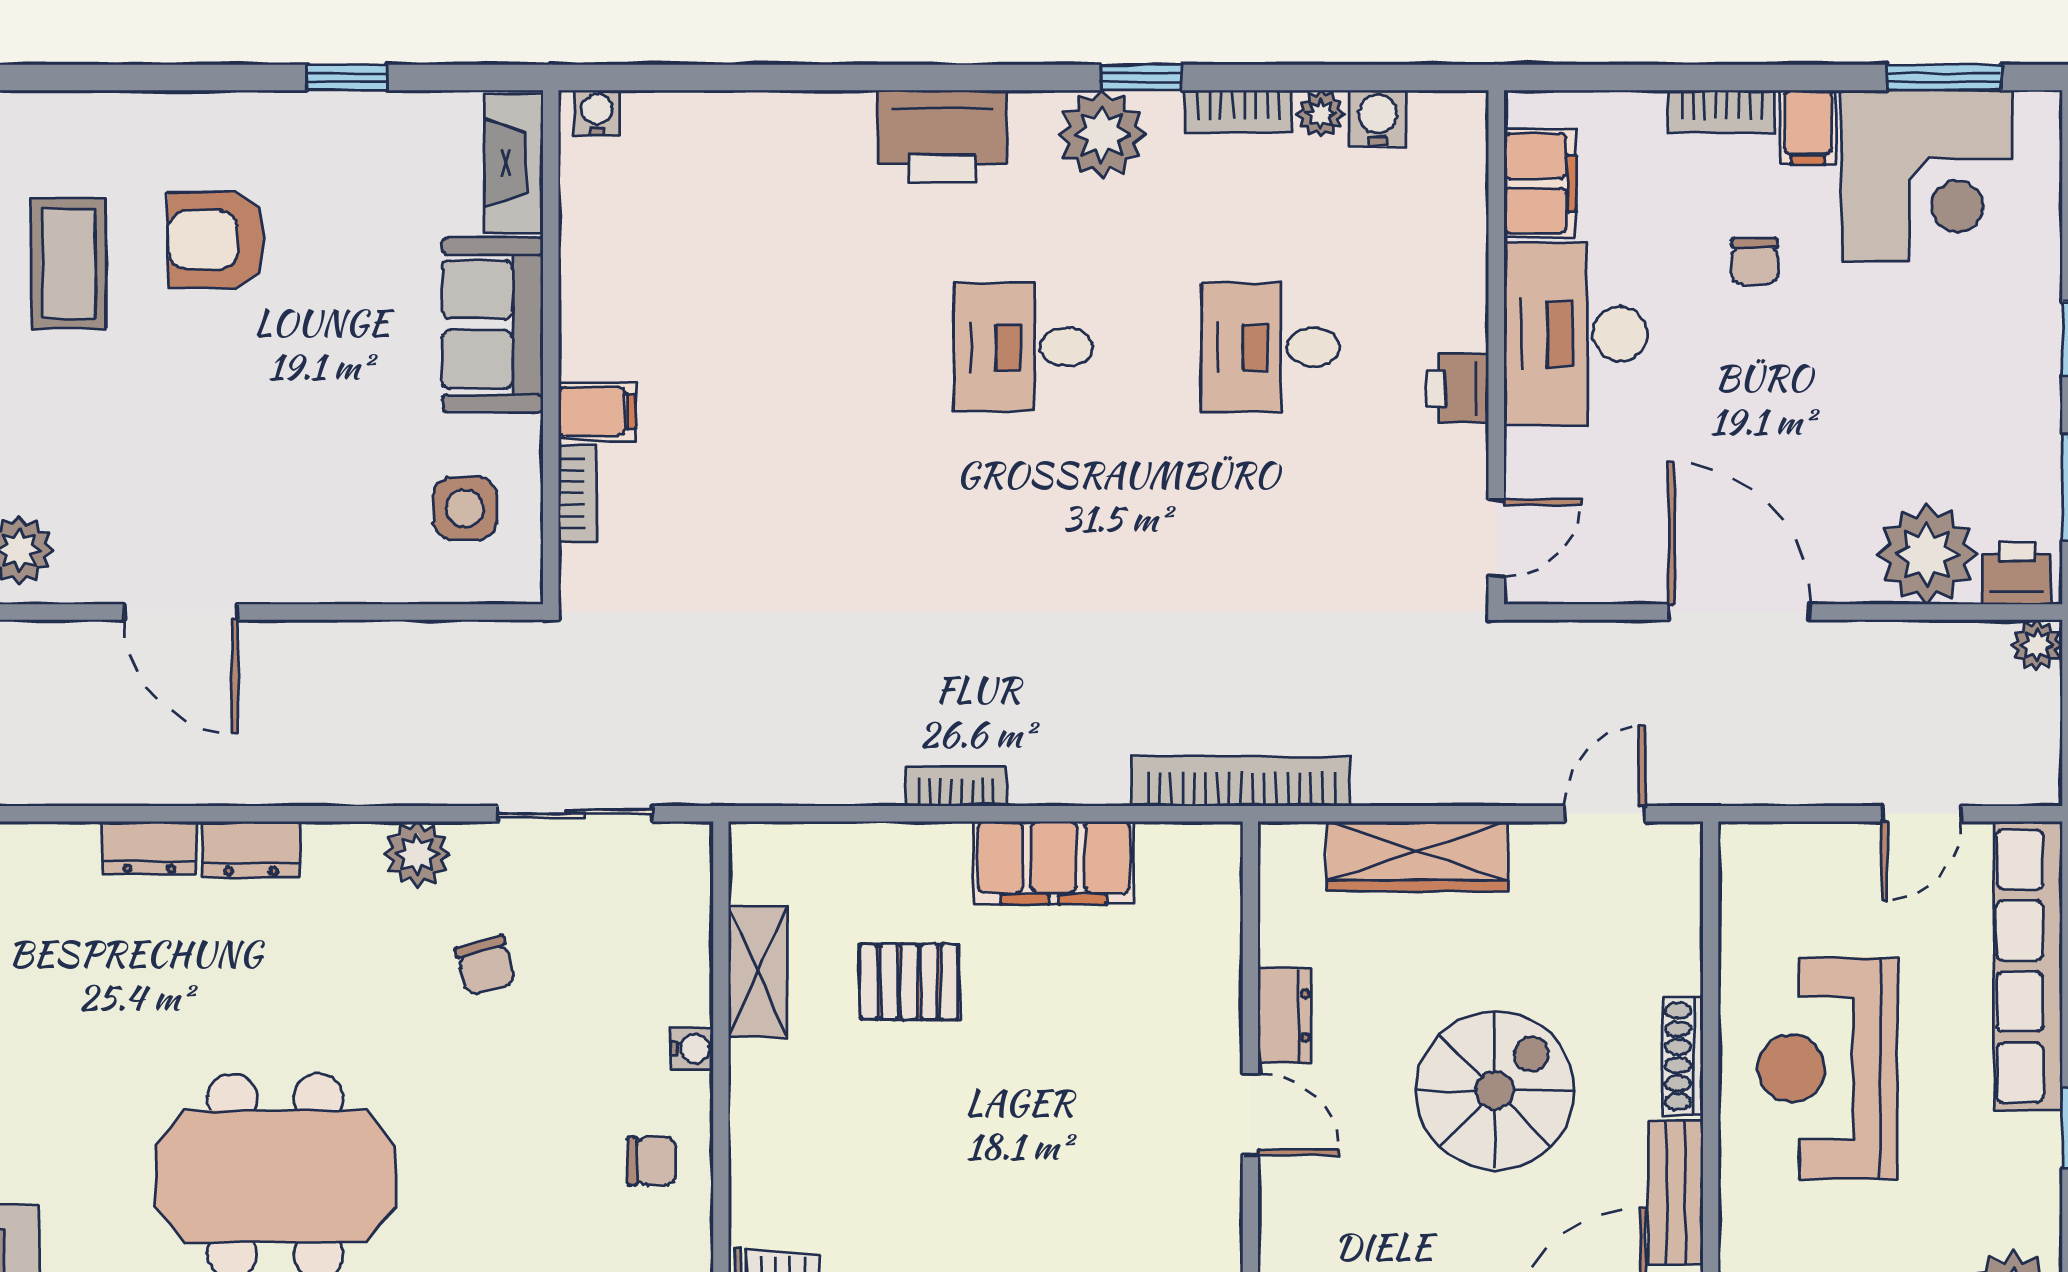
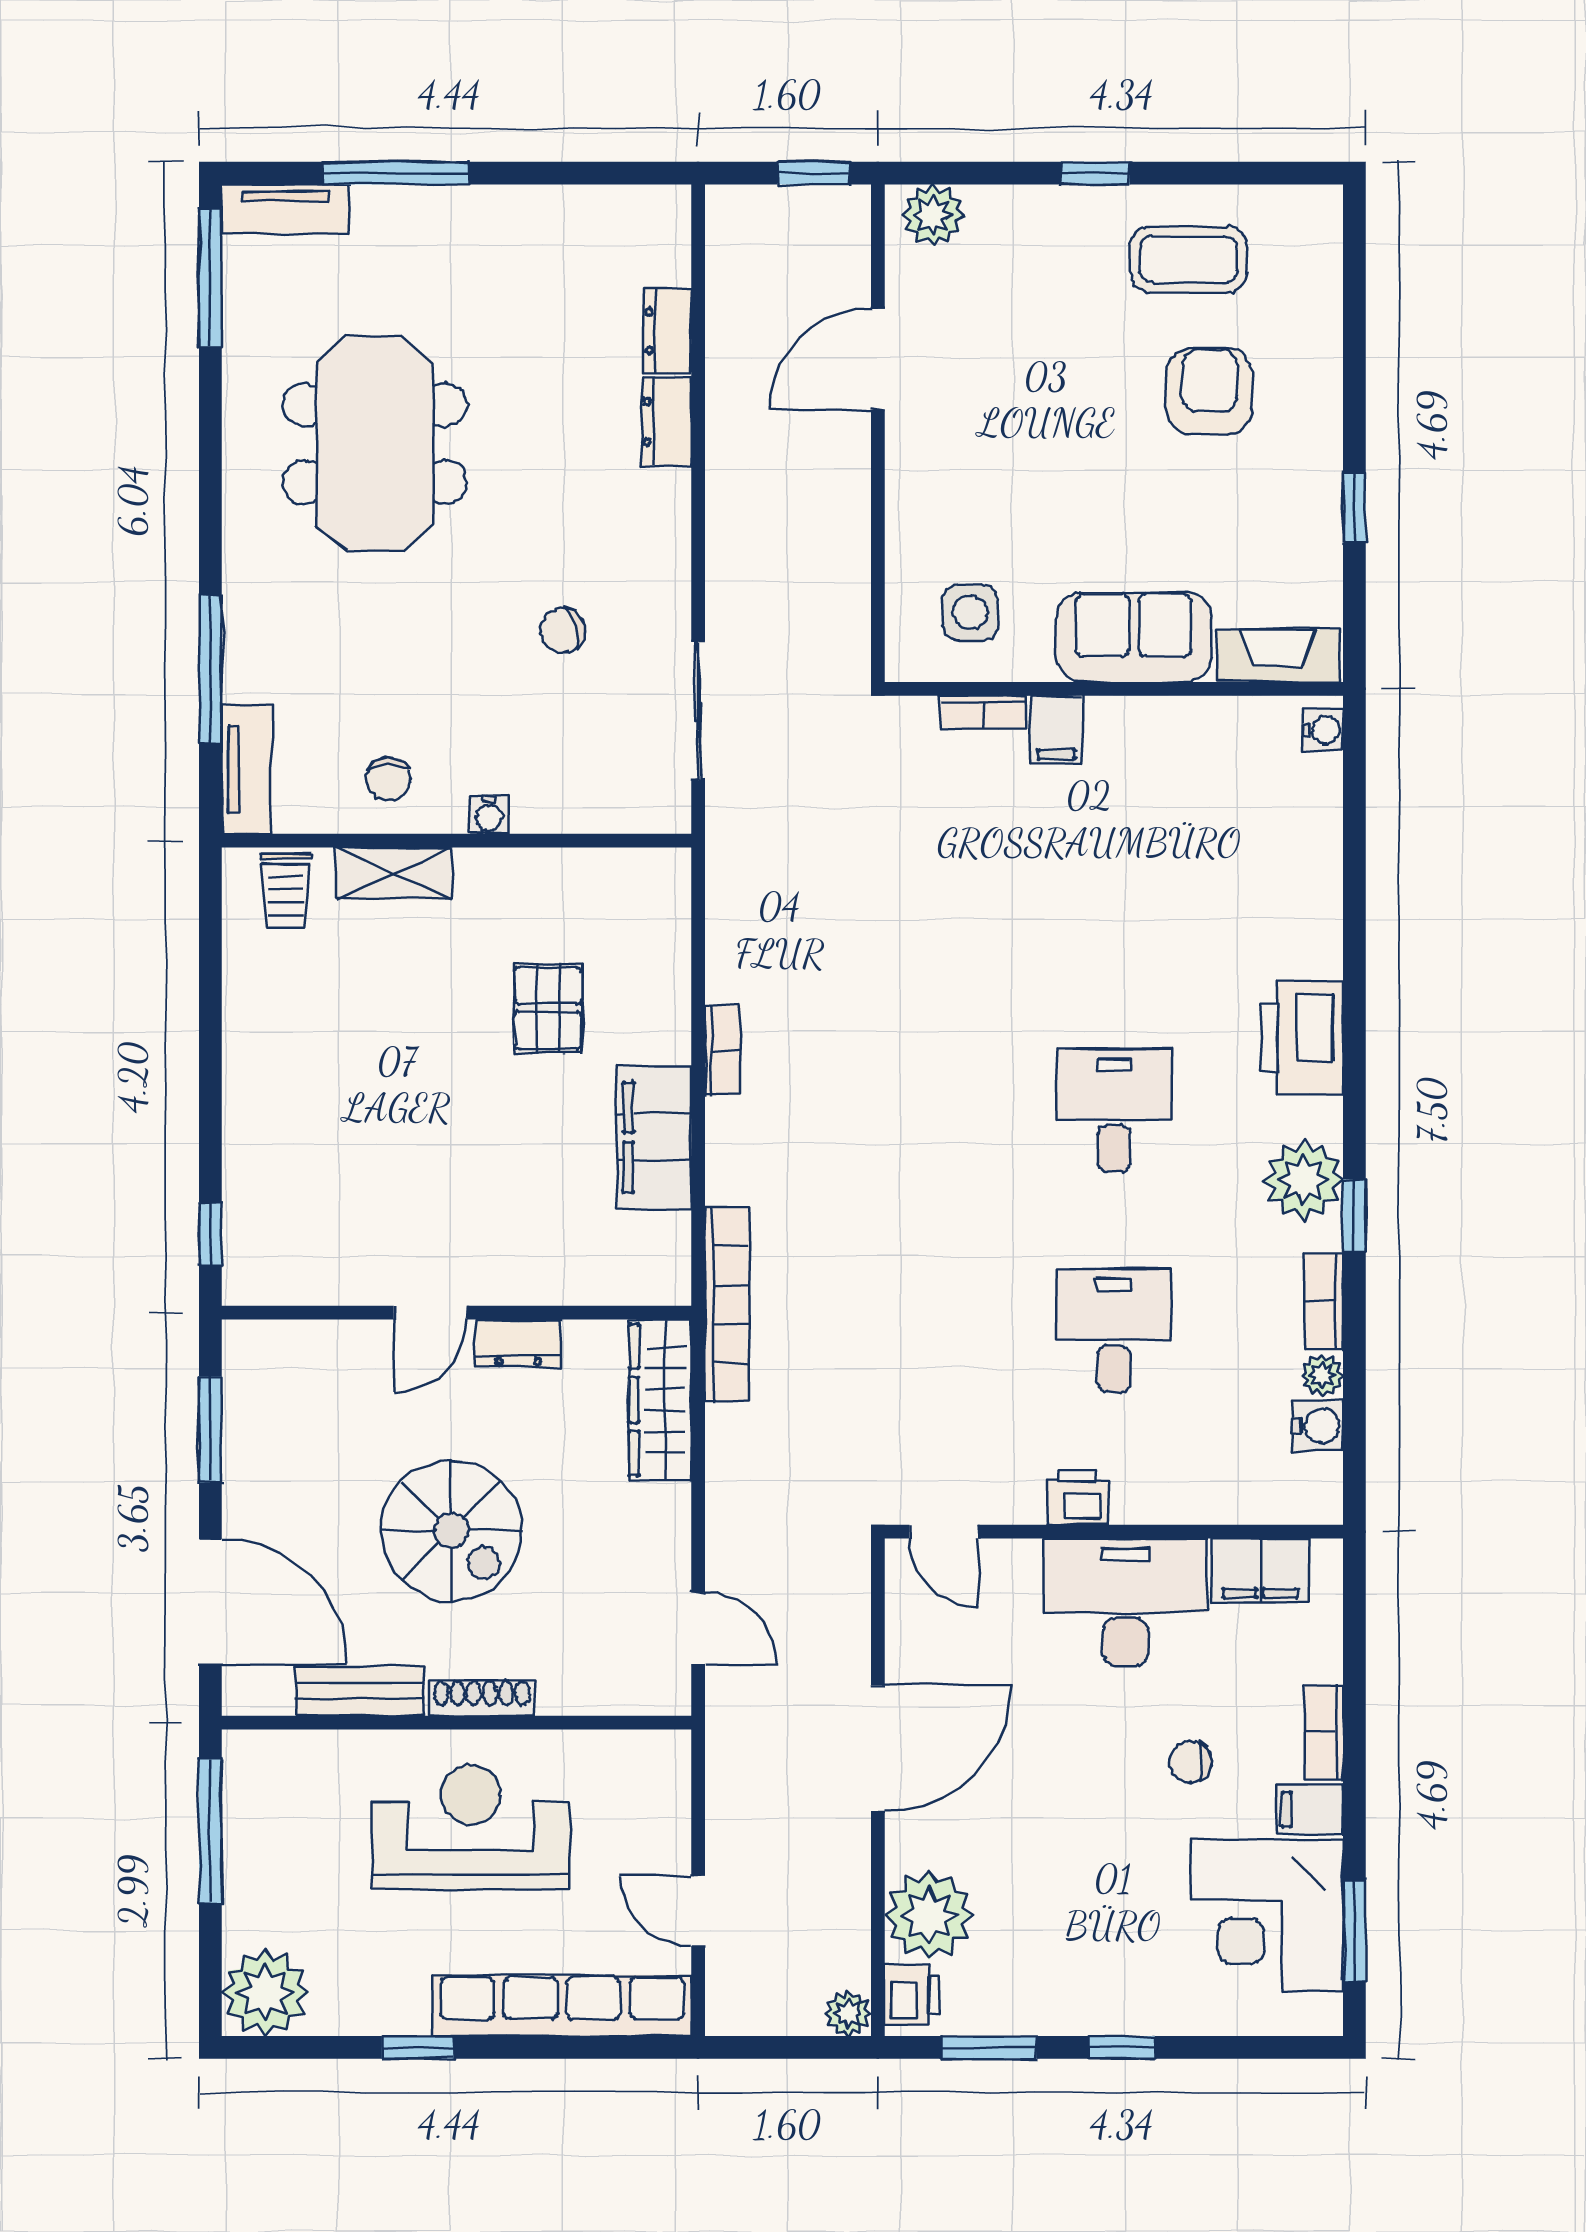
plant: (417, 854) -> (662, 570), removed
wardrobe: (1417, 856) -> (660, 1400), moved
shelving: (758, 972) -> (394, 874), moved

